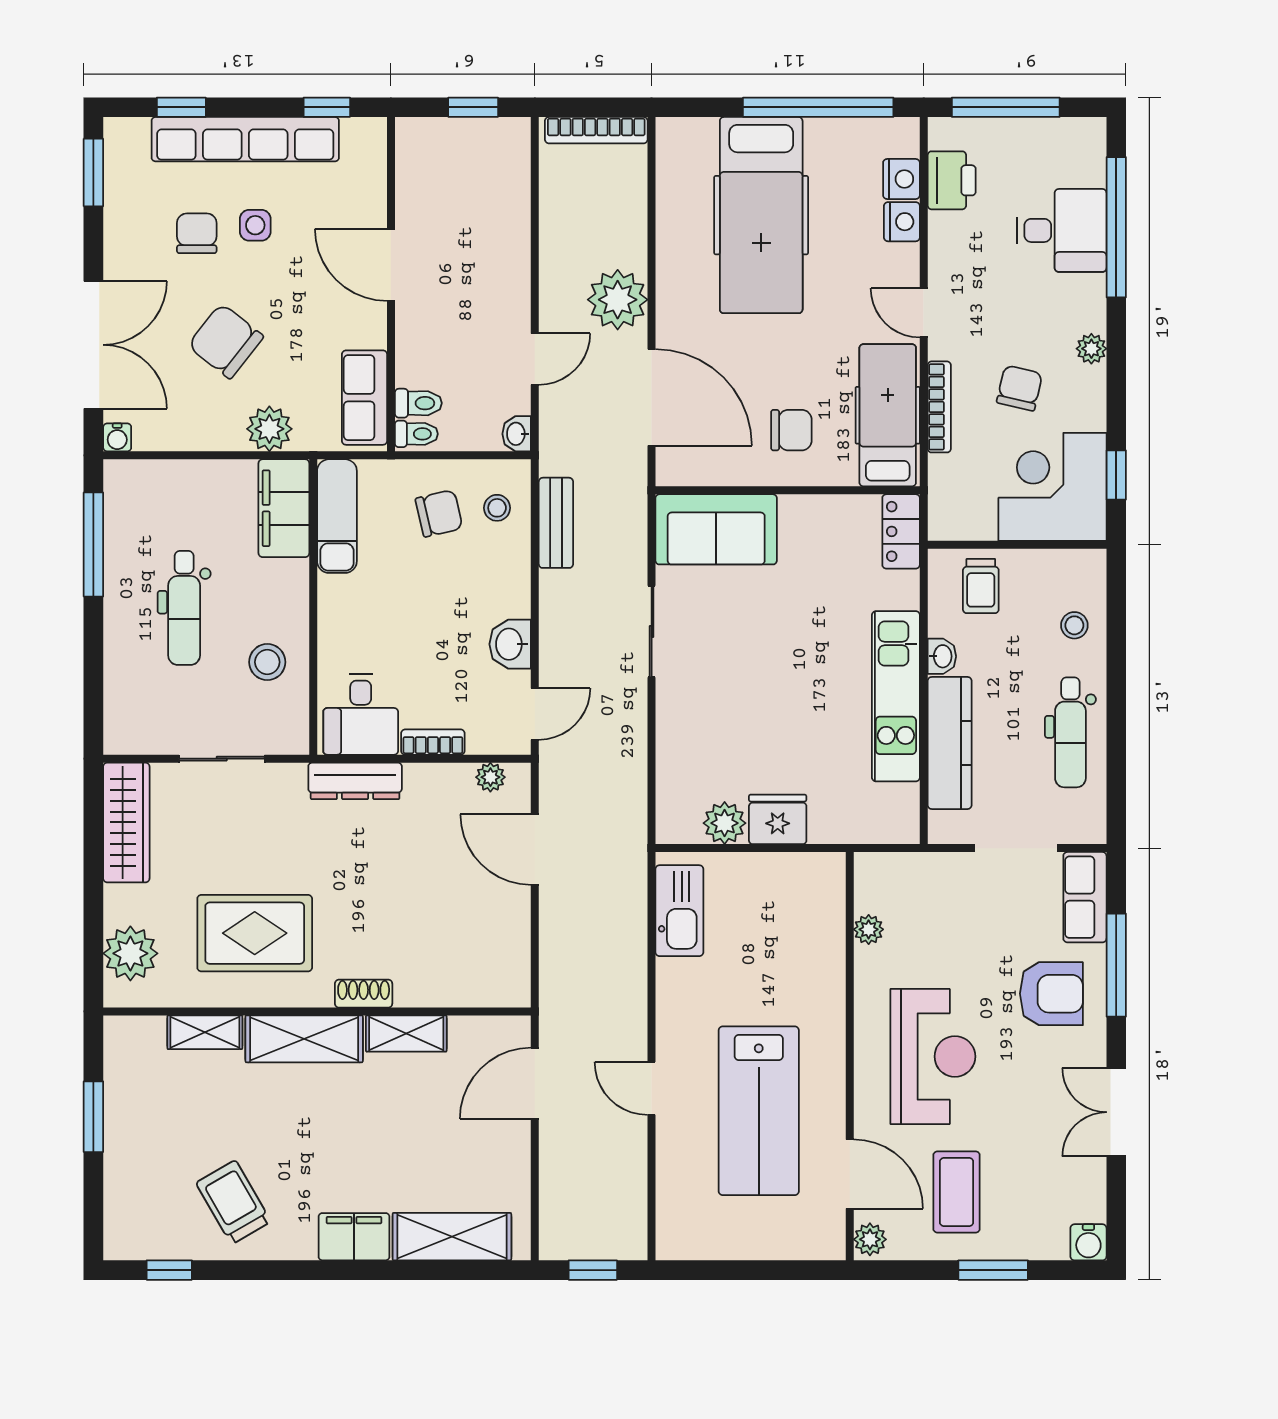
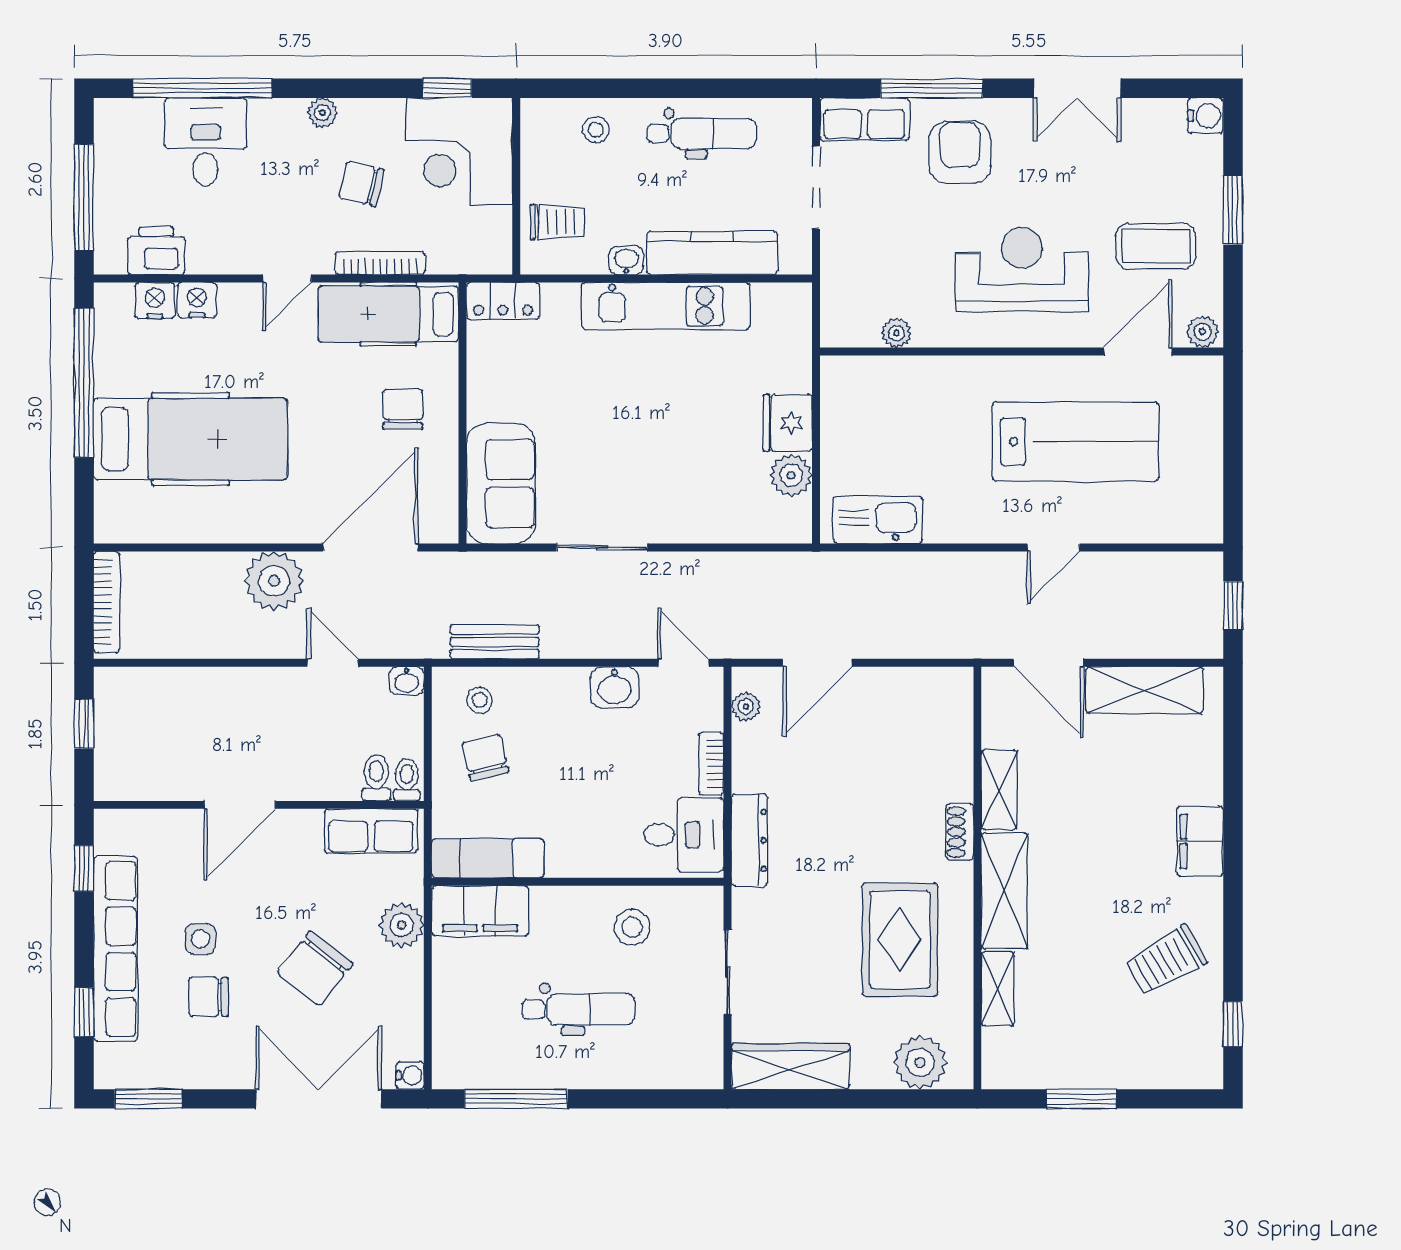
shelving: (452, 1237) -> (1144, 690), moved, turned 90

